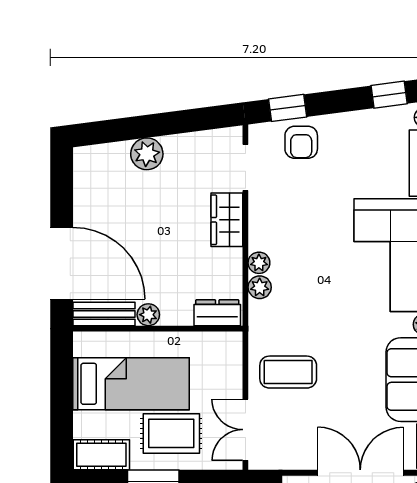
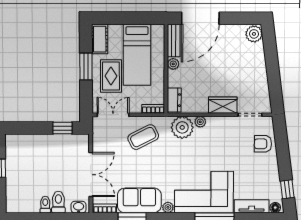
window: (288, 108) -> (281, 137), removed
plant: (147, 154) -> (254, 34), moved
plant: (260, 287) -> (182, 127), width x1.87, depth x1.87
bookcase: (234, 353) -> (153, 109), added
coffee table: (288, 372) -> (143, 137), turned 63

